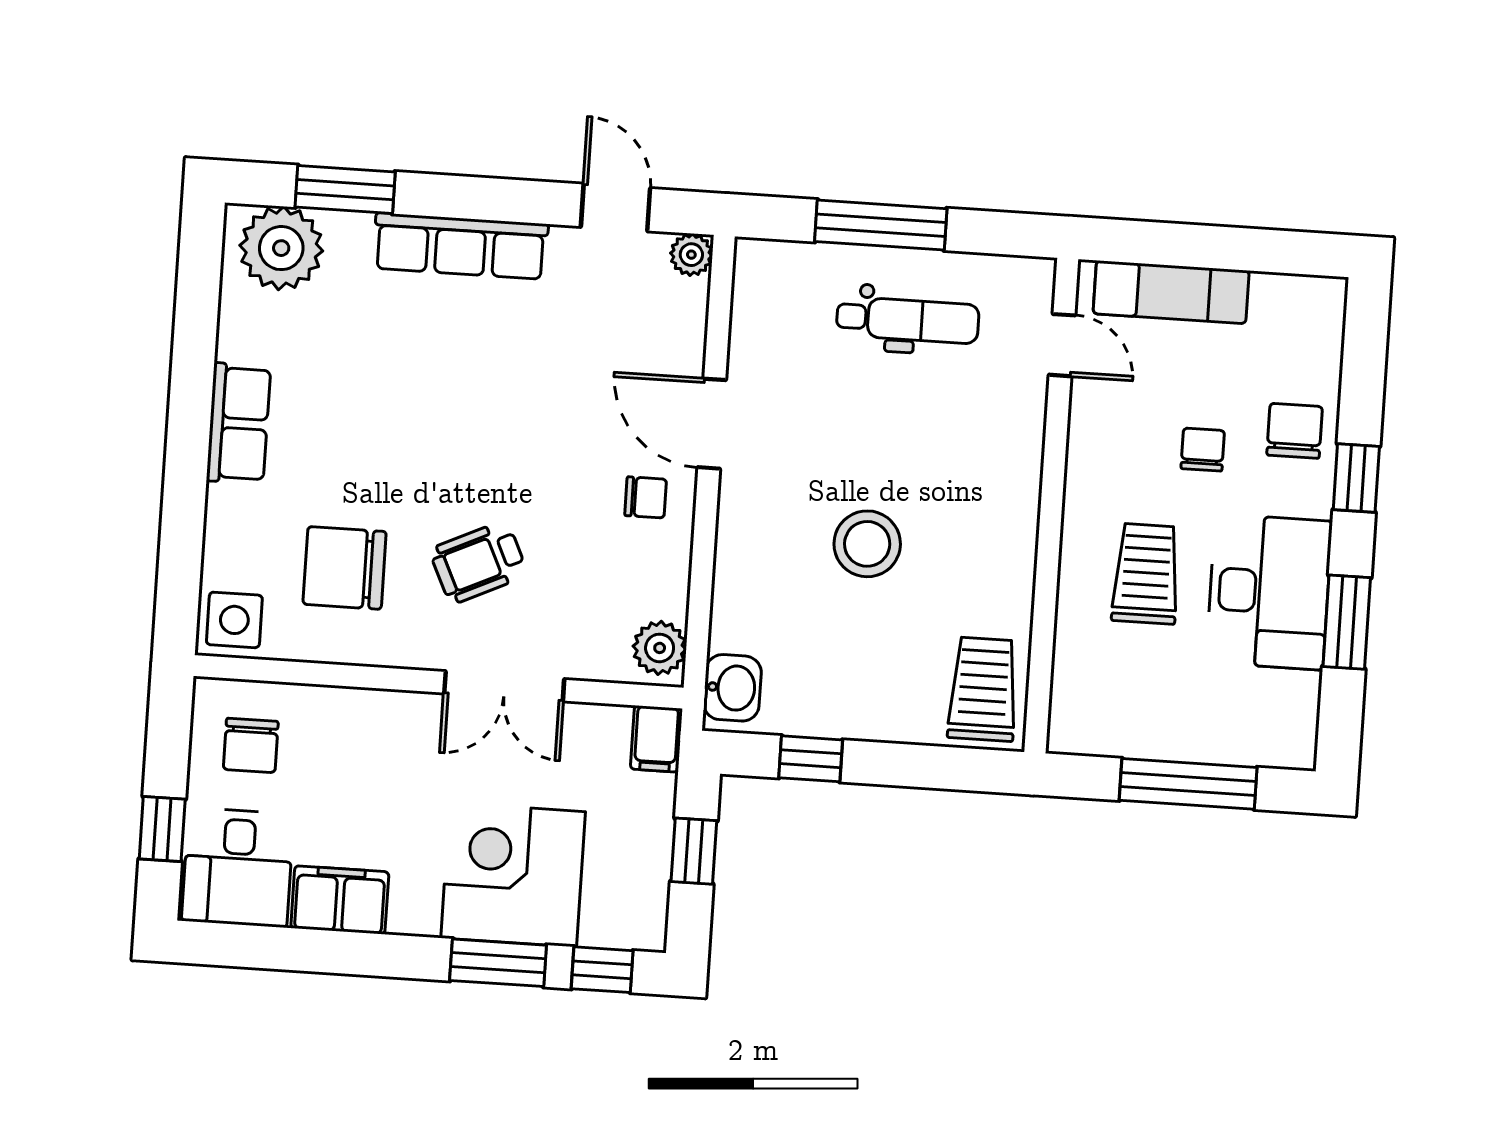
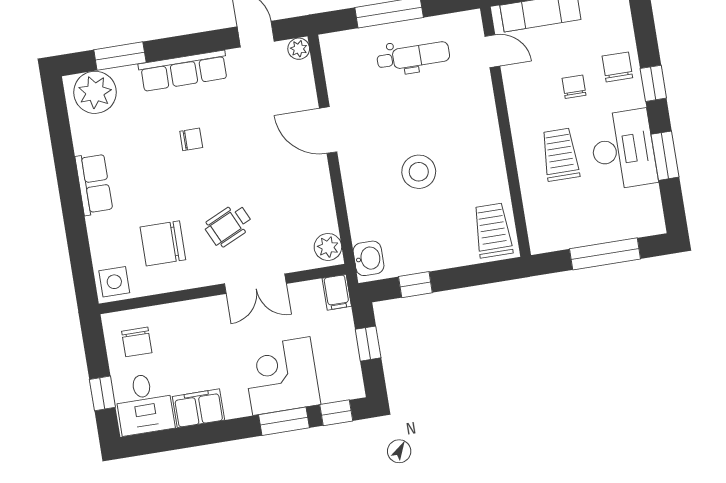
chair: (646, 497) -> (191, 139), moved

